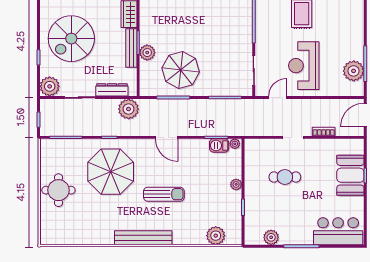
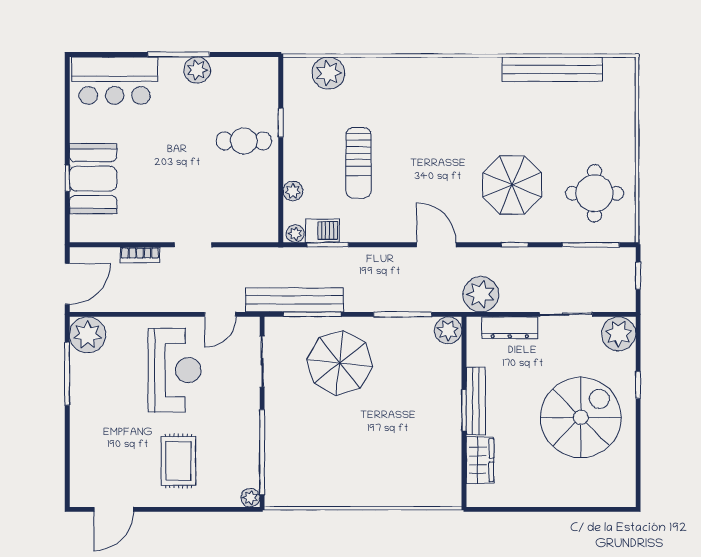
plant: (147, 53) -> (448, 330), moved
parasol: (181, 70) -> (340, 363), moved
plant: (354, 71) -> (88, 335), moved
bench: (235, 106) -> (294, 300), added
door: (167, 137) -> (436, 245), moved
parasol: (111, 172) -> (512, 185), width x0.73, depth x0.73
cafe table: (285, 177) -> (244, 141), moved
plant: (236, 184) -> (293, 191), moved
round table: (58, 190) -> (594, 193), moved
sun lounger: (164, 194) -> (358, 163), moved, turned -90
plant: (271, 237) -> (197, 70), moved
bench: (143, 238) -> (552, 69), moved

